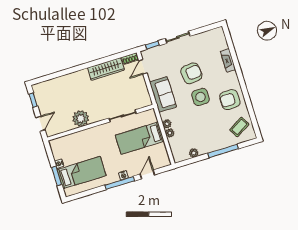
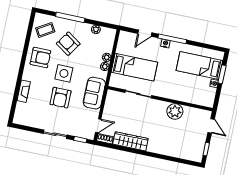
armchair: (191, 73) -> (60, 98), turned -84
door: (40, 124) -> (211, 126), swing flipped
armchair: (212, 126) -> (68, 44), added

